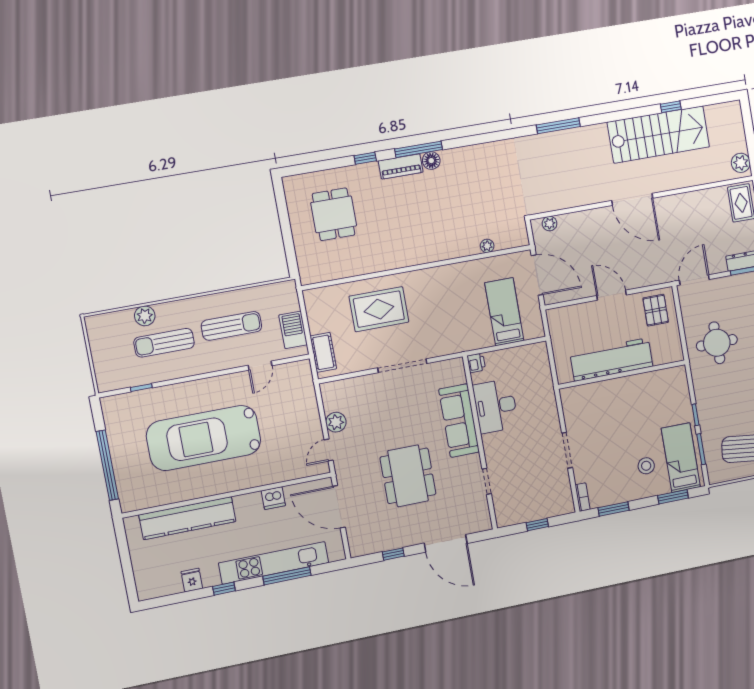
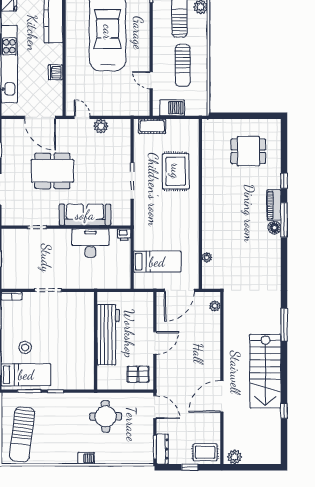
stairs: (658, 134) -> (265, 371), moved
door: (632, 199) -> (222, 396), moved
door: (339, 507) -> (40, 117), swing flipped

